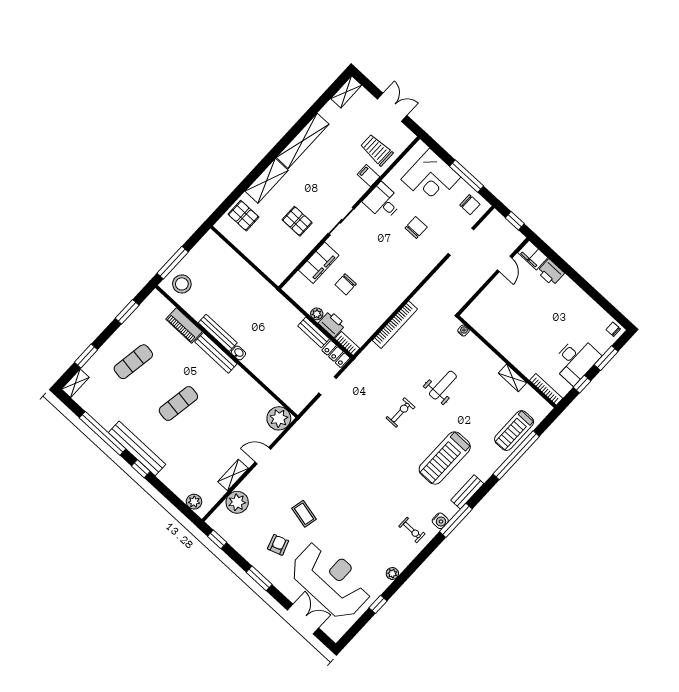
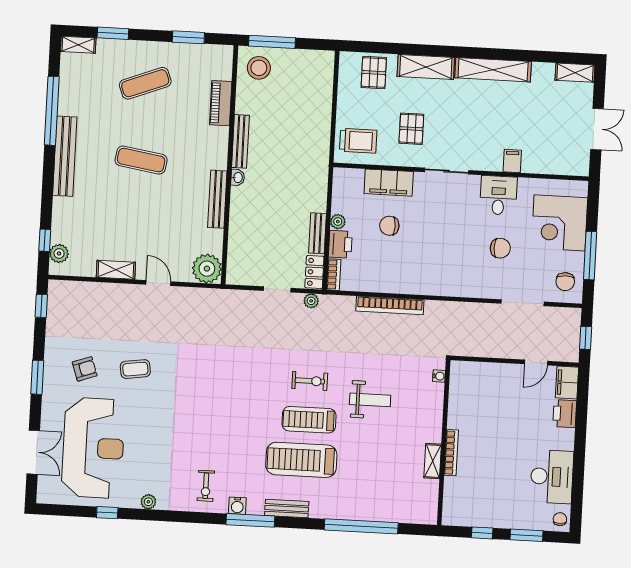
trolley: (377, 150) -> (358, 141), moved, turned 90
bench: (216, 353) -> (217, 199), moved
desk: (576, 360) -> (552, 477), moved, turned -90
exercise mat: (133, 362) -> (145, 83), turned -30
bookcase: (546, 389) -> (451, 453), moved
treadmill: (514, 431) -> (309, 420), moved
window: (141, 469) -> (45, 240), moved
plant: (237, 502) -> (311, 301), moved, width x0.53, depth x0.53
coffee table: (304, 514) -> (135, 369), turned 69

